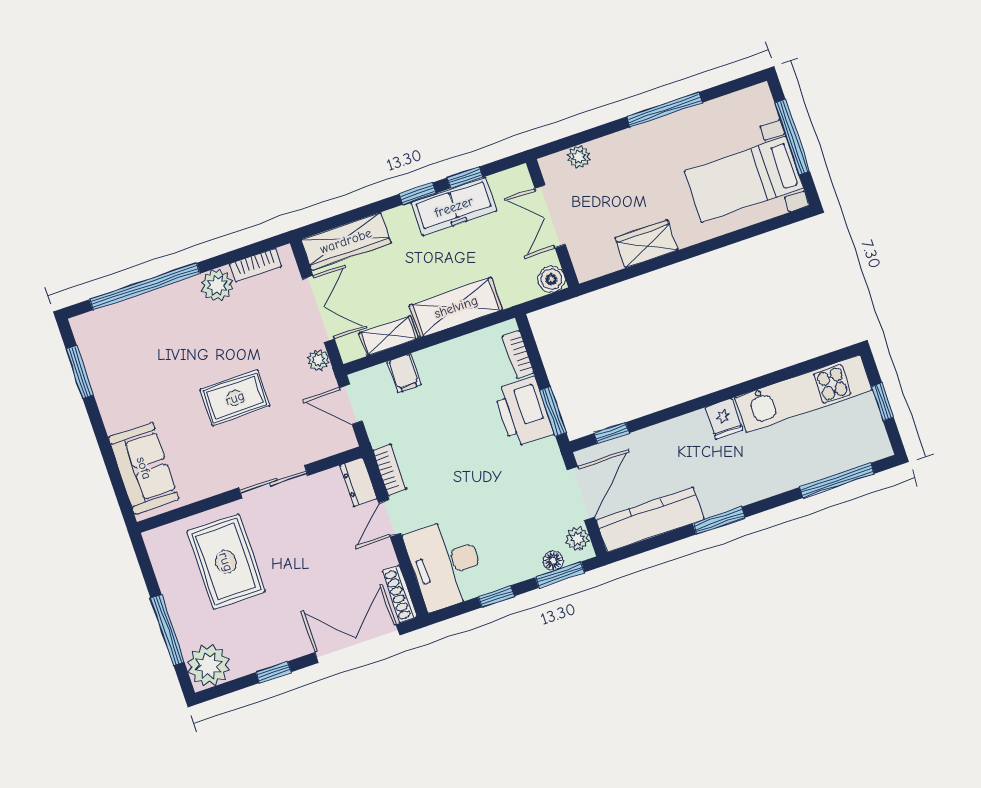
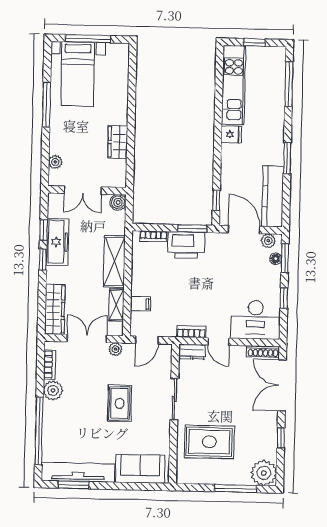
bed with nightstands: (744, 180) -> (78, 74), moved
tv unit: (102, 372) -> (78, 472), added

